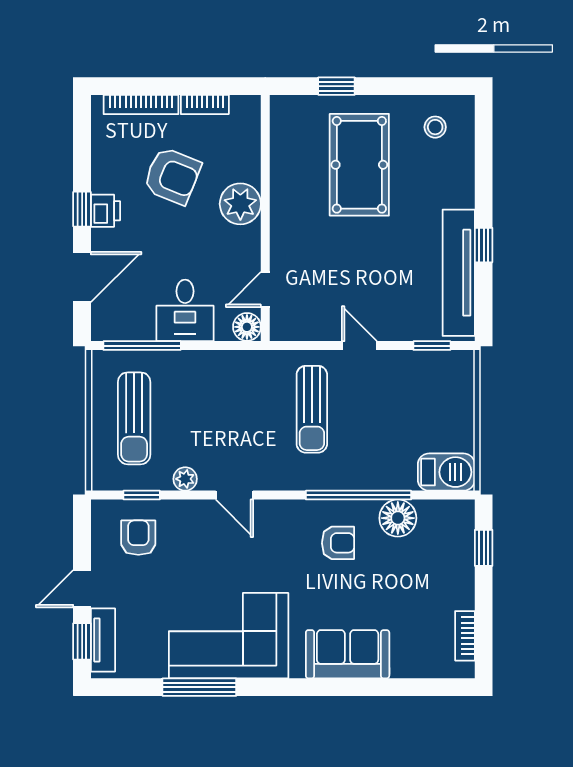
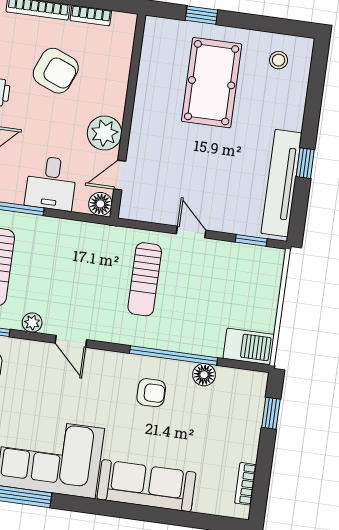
plant: (240, 204) -> (105, 133), moved
floor lamp: (398, 518) -> (204, 375), width x0.73, depth x0.73
sofa: (348, 654) -> (146, 486), width x1.36

